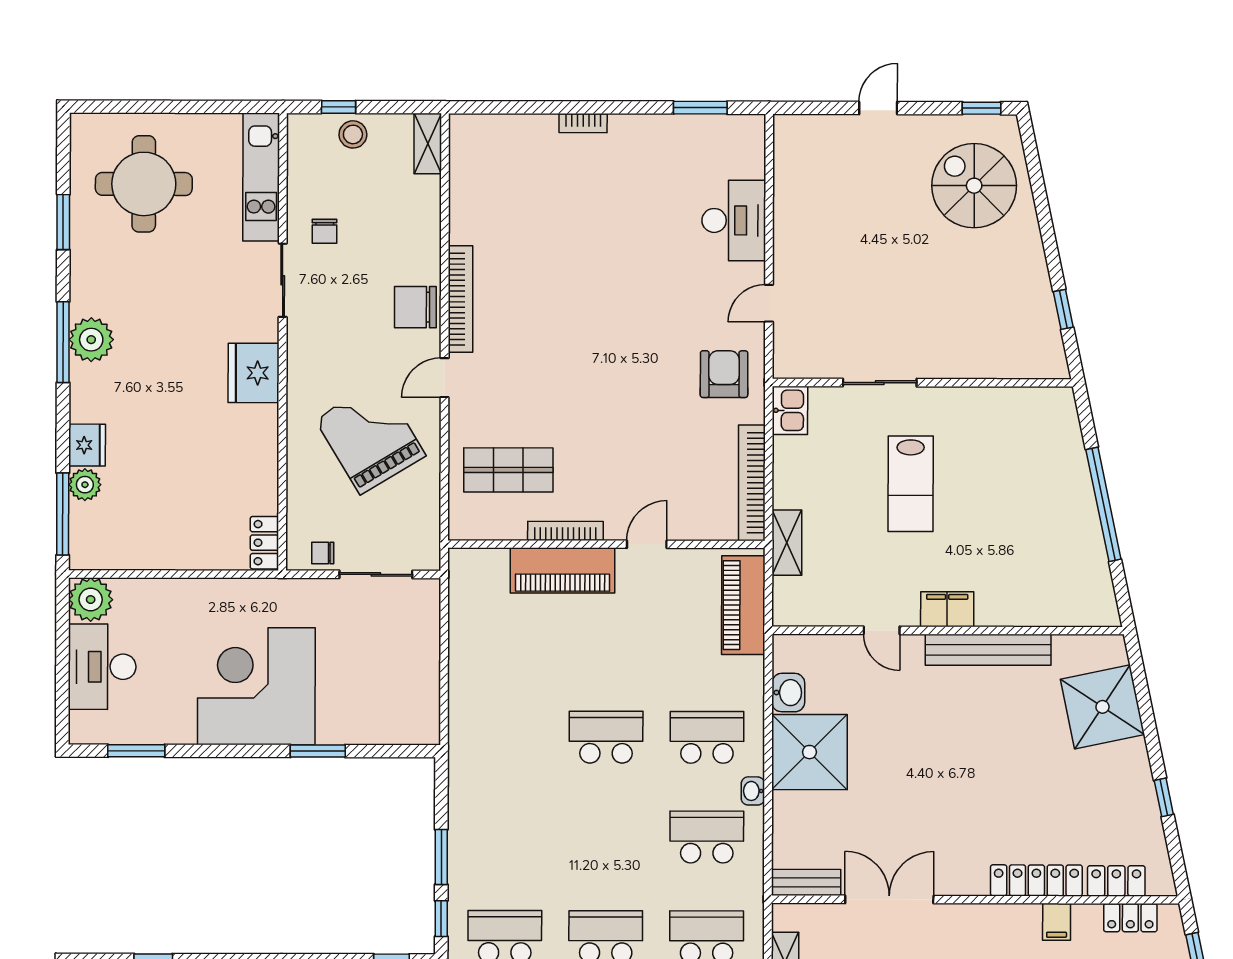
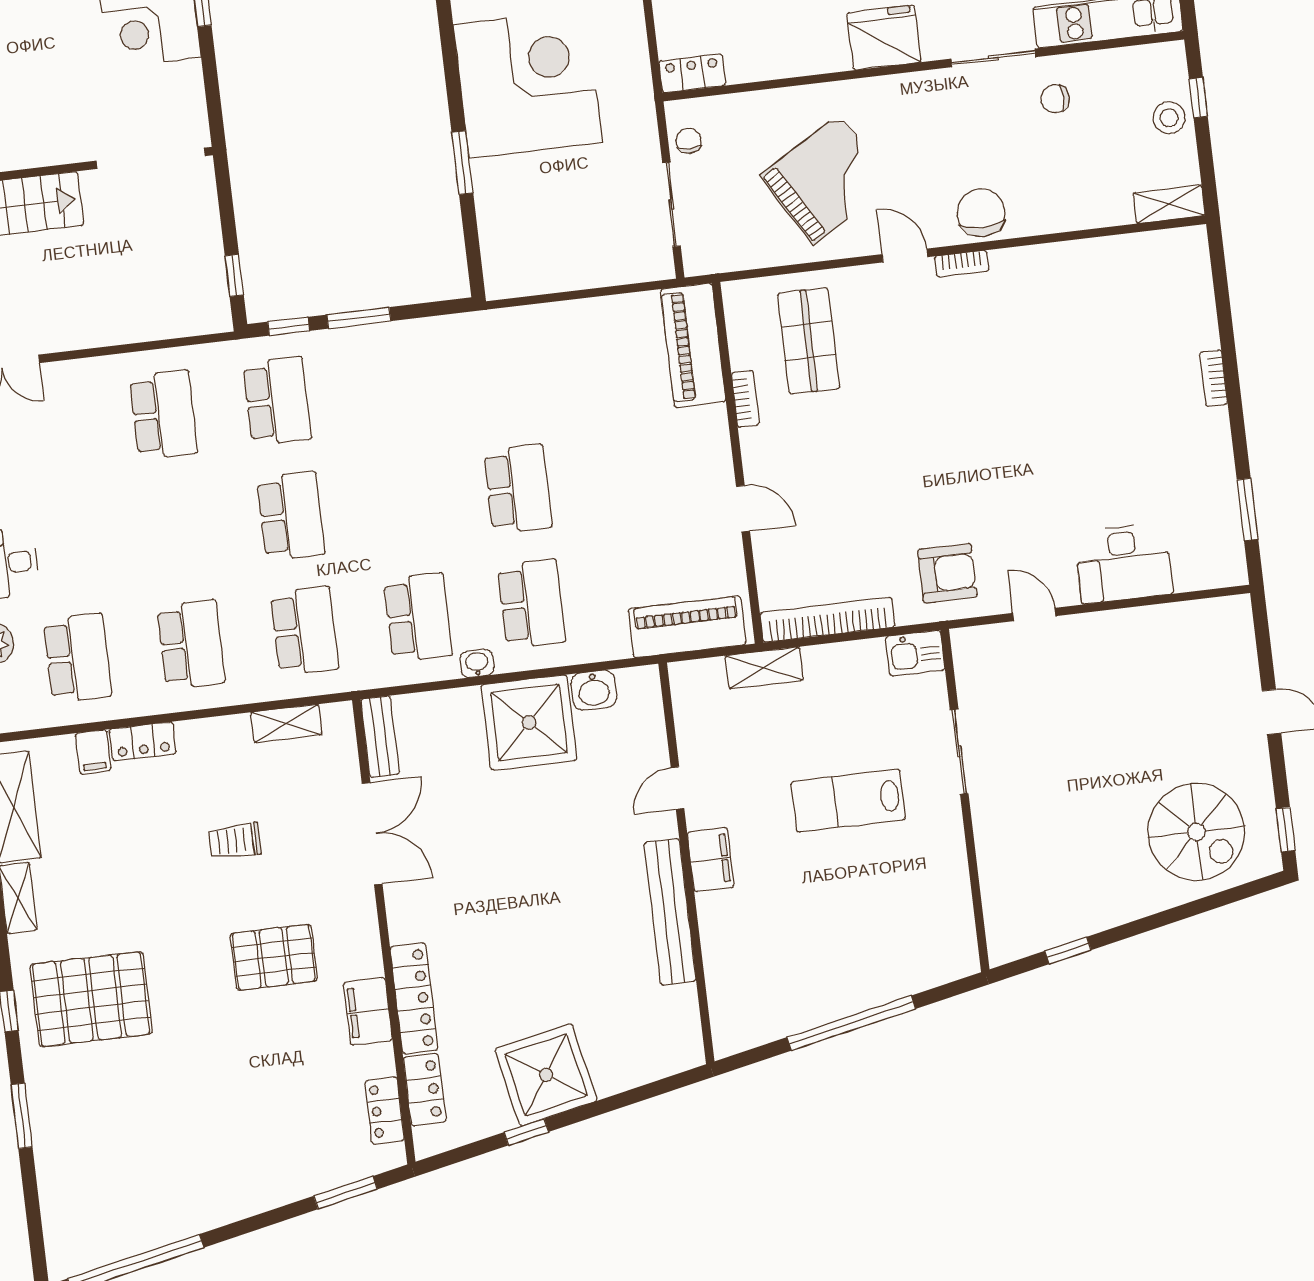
spiral stairs: (974, 186) -> (1196, 832), turned 90
bookcase: (461, 299) -> (962, 264), width x0.43, depth x0.76
bookcase: (565, 531) -> (745, 399), width x0.64
piano: (563, 570) -> (693, 345), moved
shower: (1102, 707) -> (546, 1075), moved
filing cabinet: (1057, 922) -> (368, 1011), width x2.00

